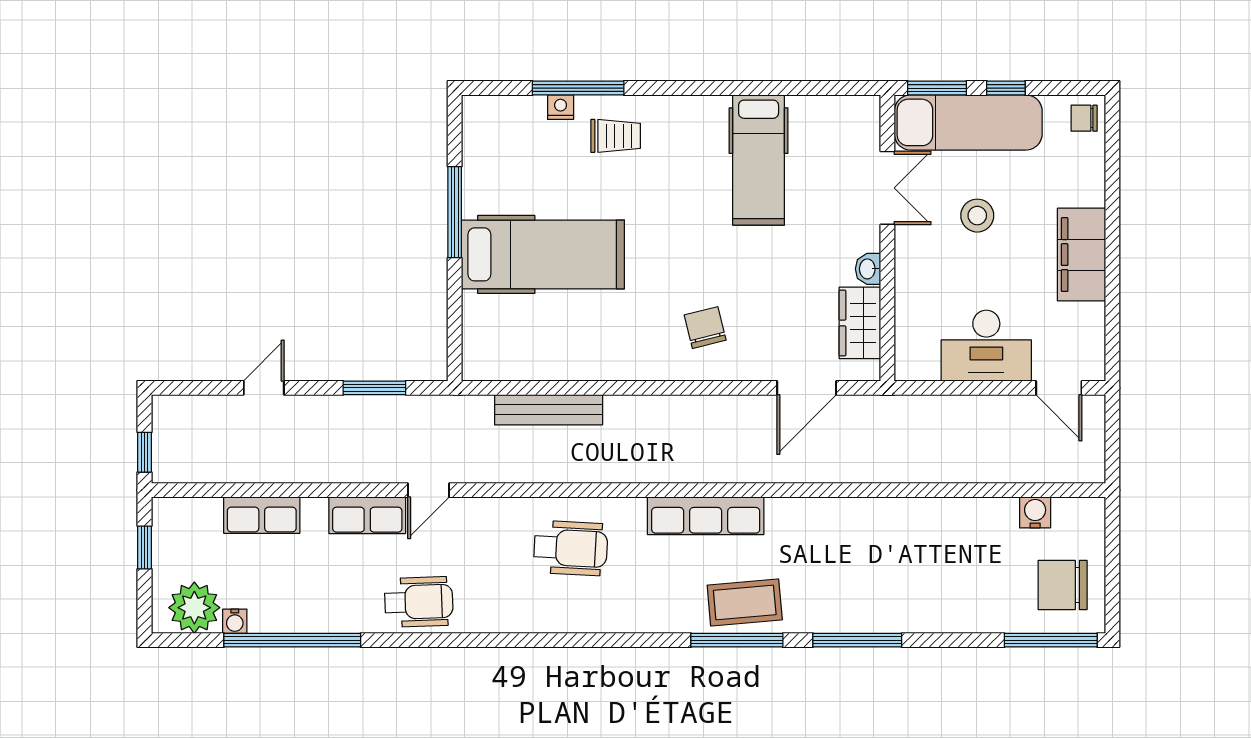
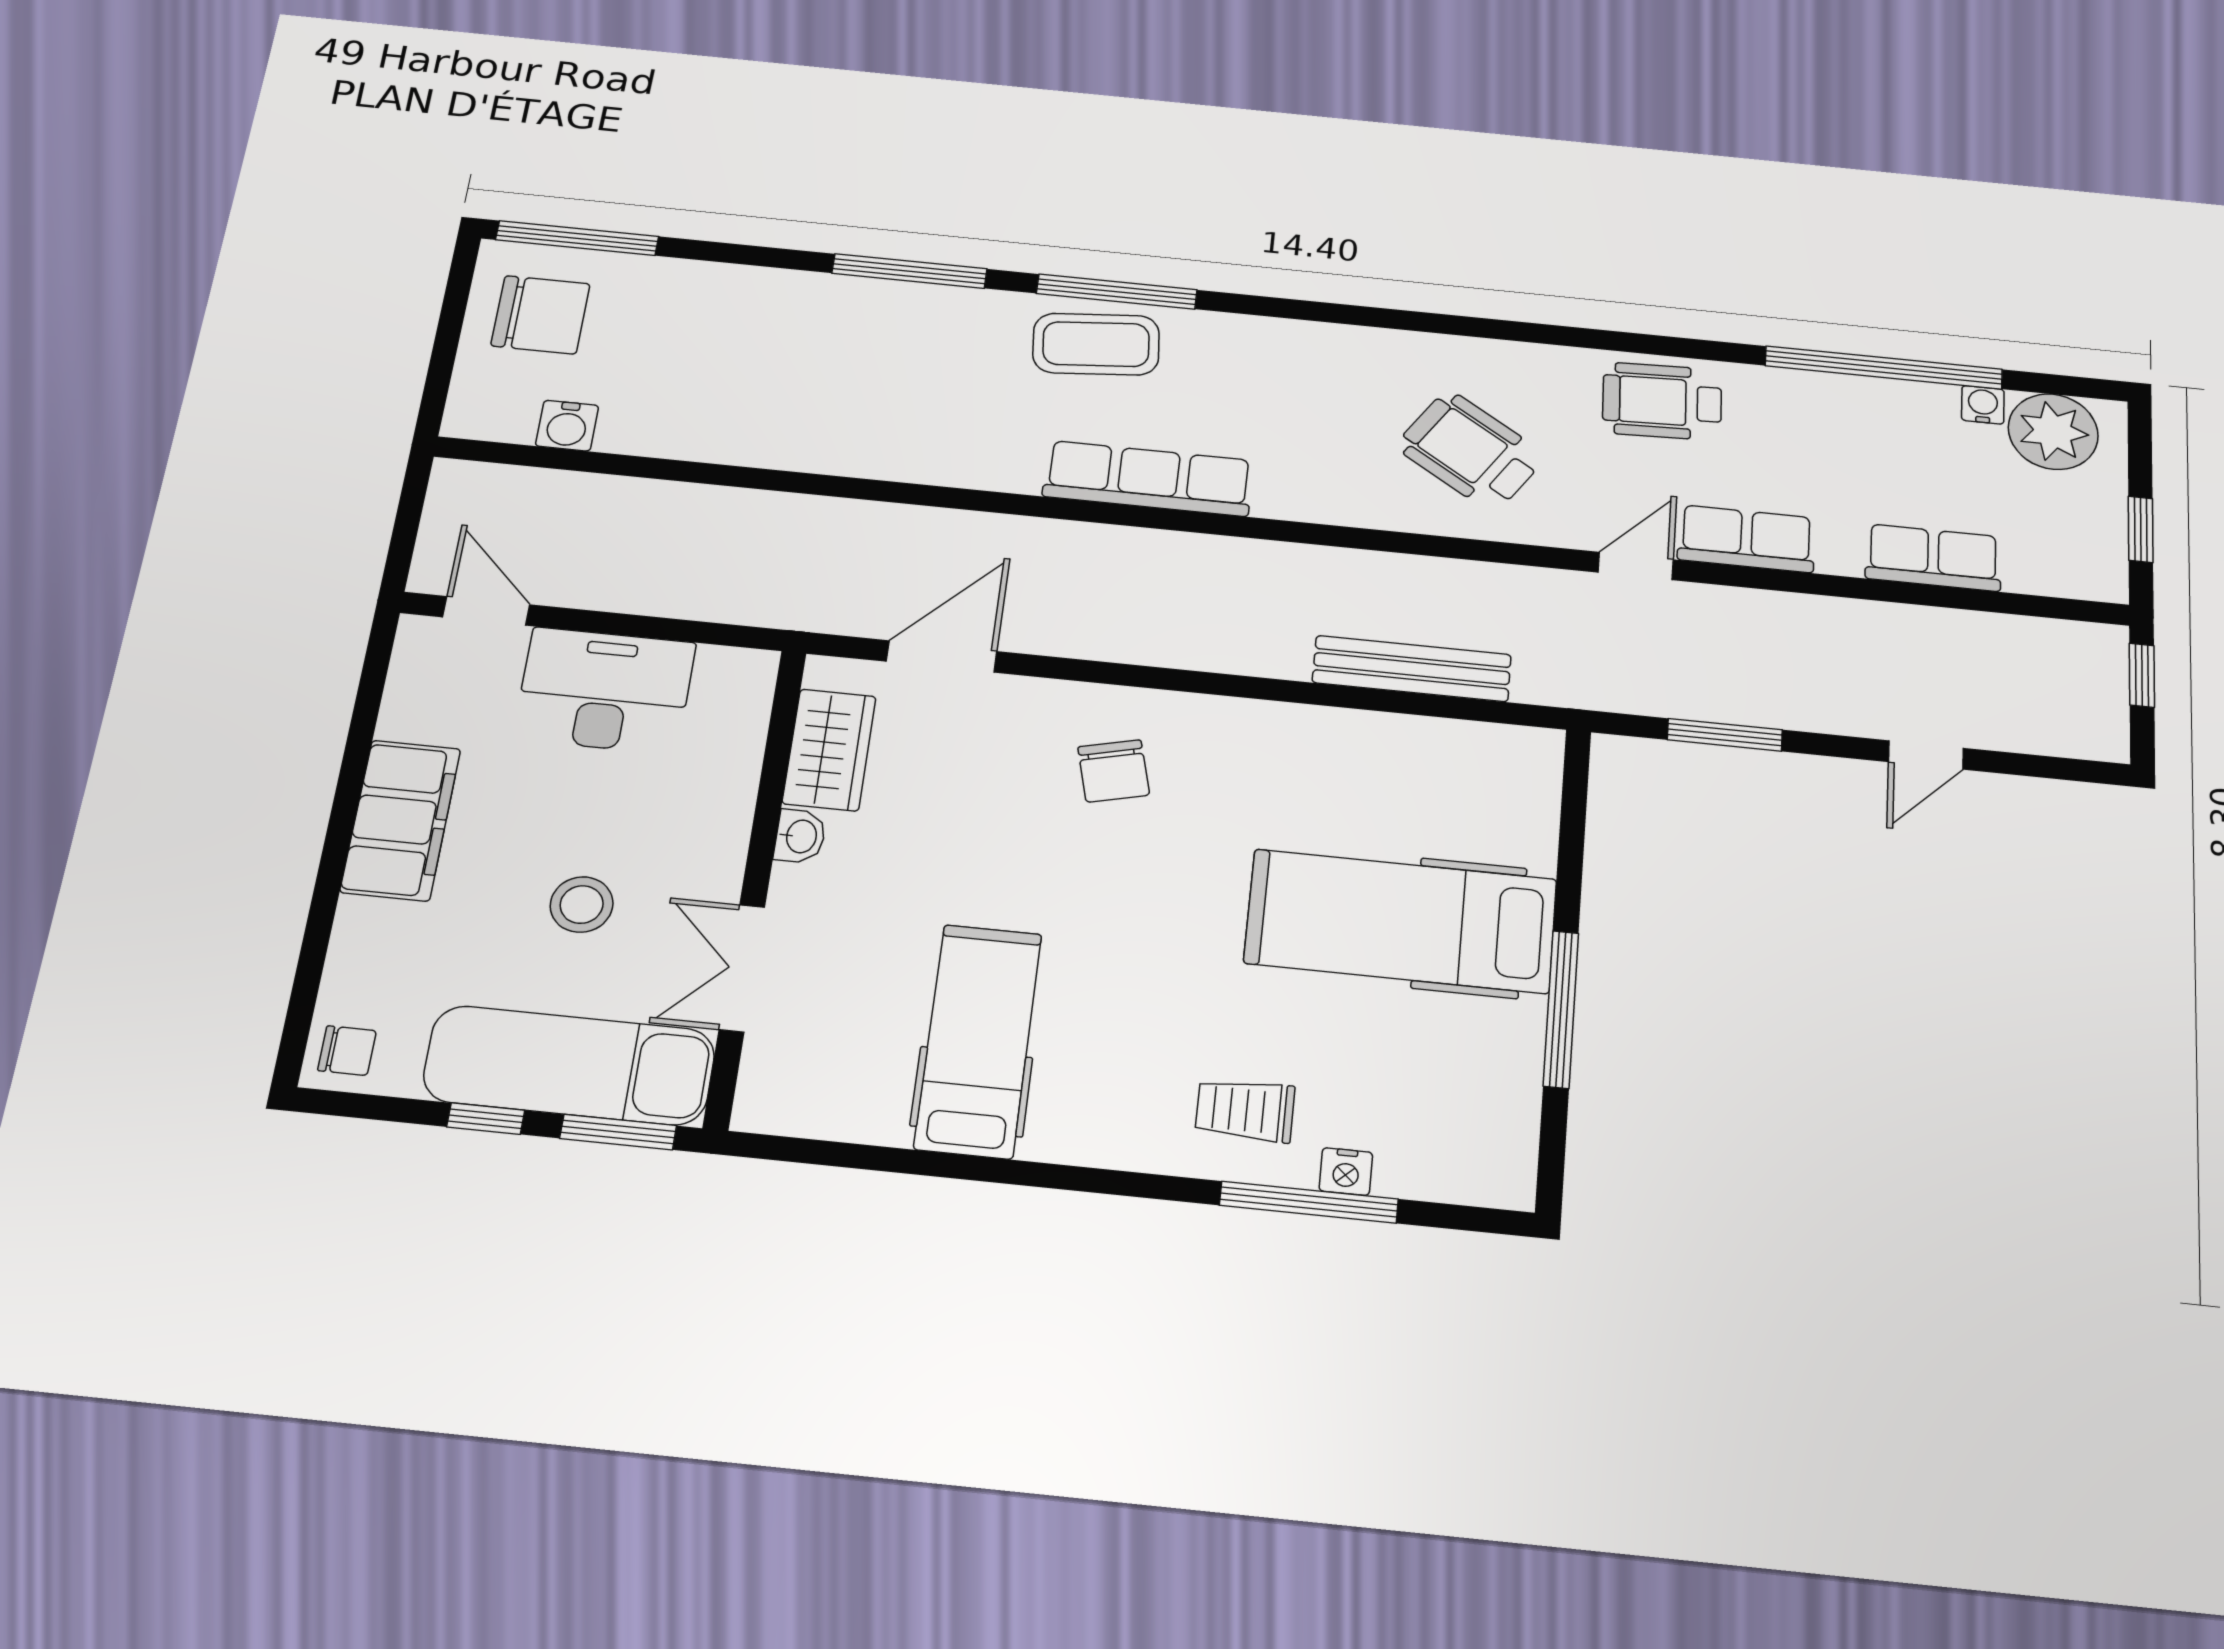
wheelchair: (571, 548) -> (1471, 451), moved, turned 30

